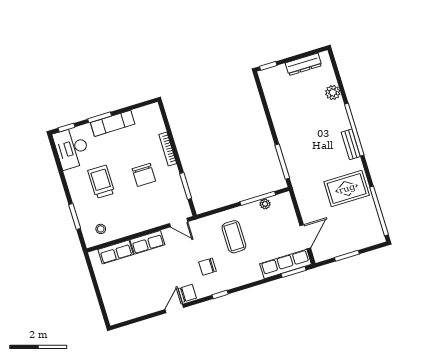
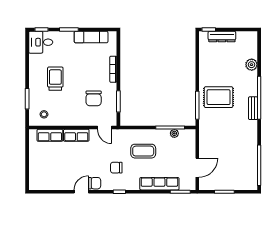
dresser: (303, 64) -> (222, 37), moved
exam couch: (113, 123) -> (91, 37), moved
desk: (72, 148) -> (41, 42), width x0.73
chair: (144, 175) -> (94, 98), moved
rug: (347, 188) -> (219, 97), moved
coffee table: (234, 237) -> (143, 151), turned 90
row of seats: (286, 264) -> (159, 184), moved

